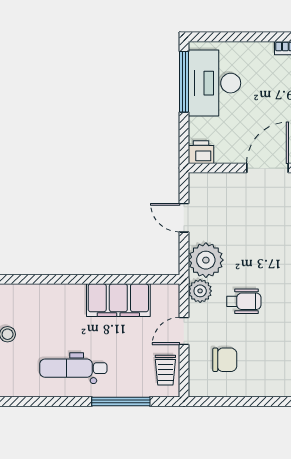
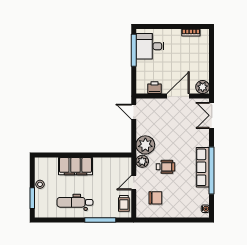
desk: (215, 83) -> (150, 46), width x0.73
printer: (201, 152) -> (154, 88), moved
door: (184, 218) -> (134, 112), moved
filing cabinet: (118, 300) -> (75, 166), moved

